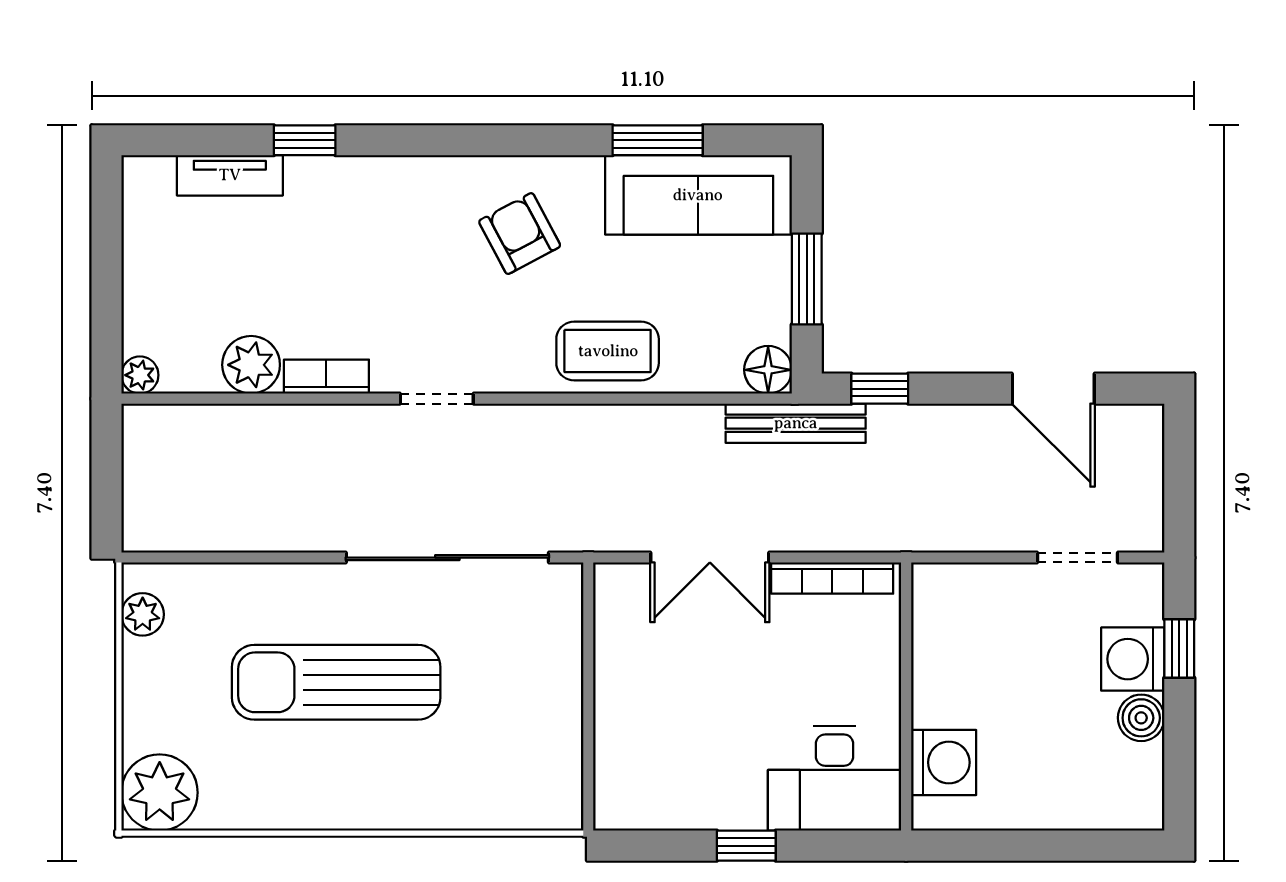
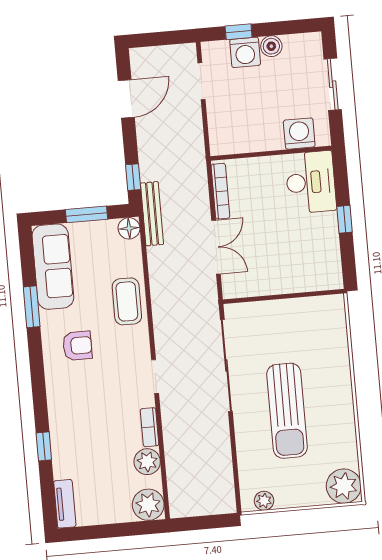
window: (658, 140) -> (32, 307), moved
tv unit: (230, 175) -> (65, 504), moved
armchair: (520, 234) -> (77, 346), turned -152
plant: (140, 375) -> (148, 505), width x1.87, depth x1.87
sliding door: (1046, 846) -> (333, 84), added

